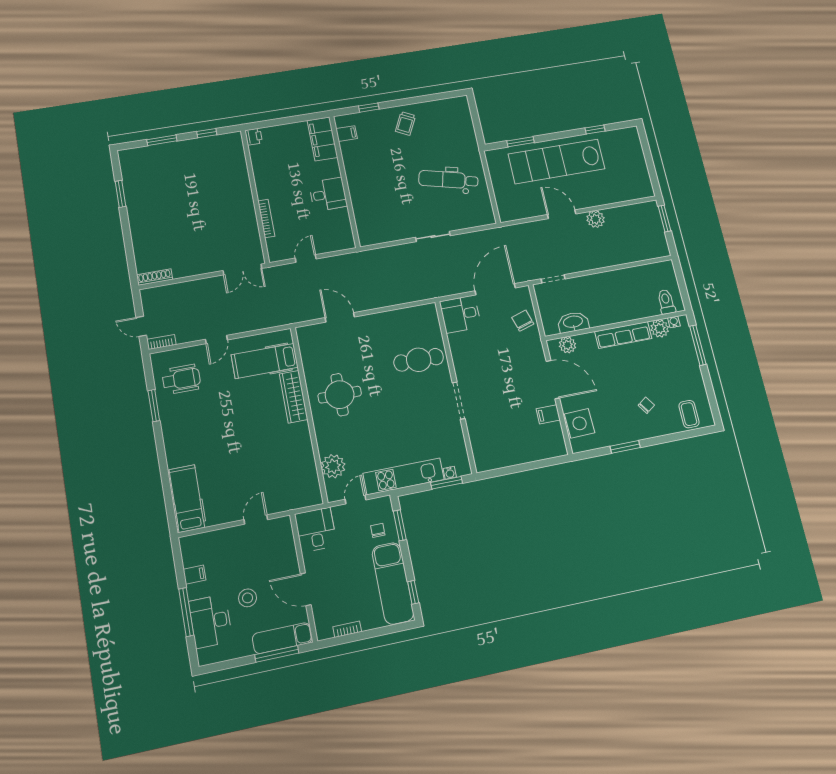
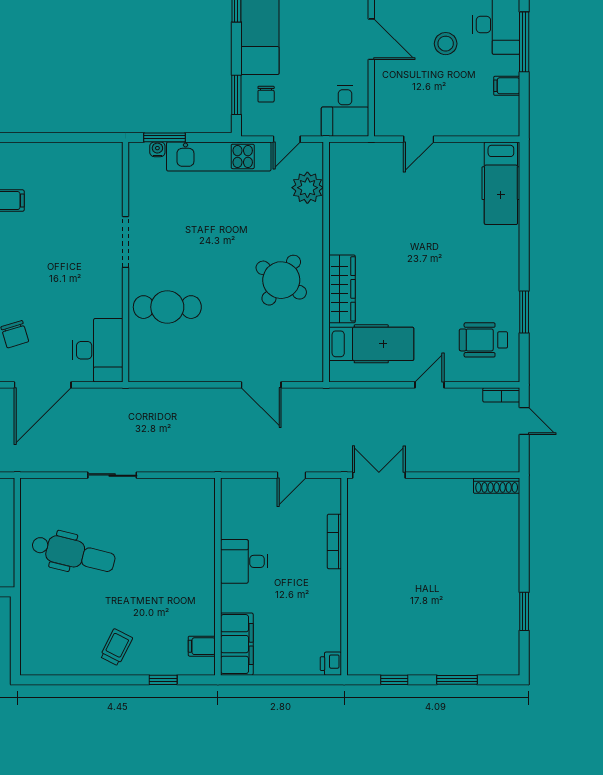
desk: (460, 314) -> (98, 350), width x1.37
round table: (340, 395) -> (281, 280), turned 34

